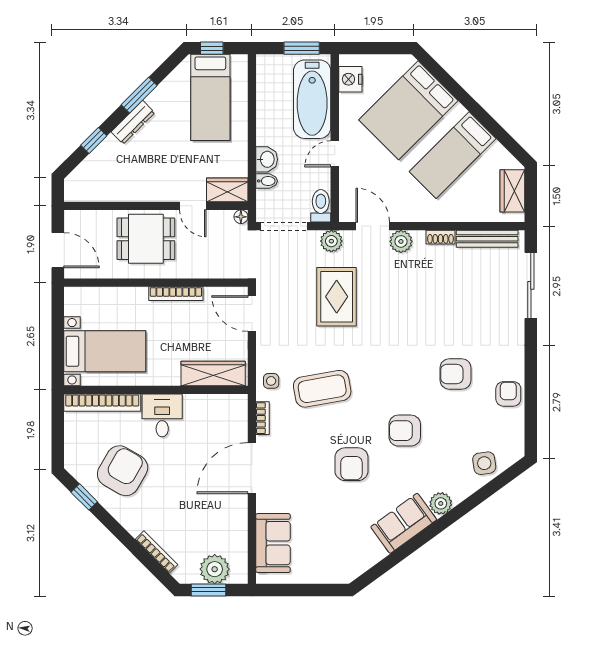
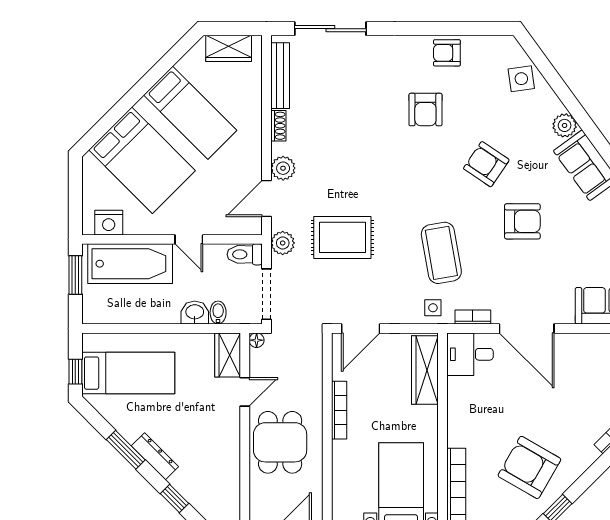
desk: (162, 415) -> (470, 354), moved
armchair: (405, 431) -> (486, 164), turned 124

